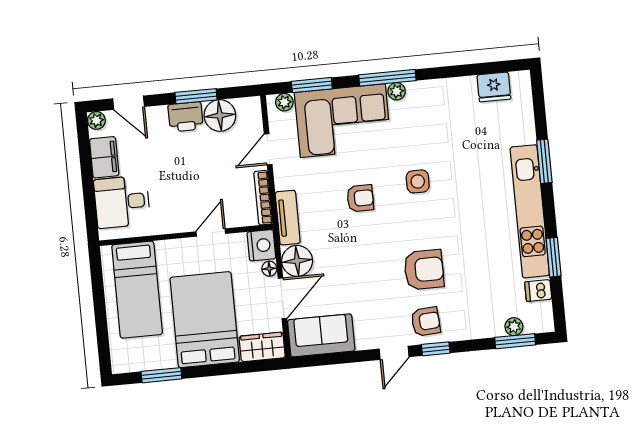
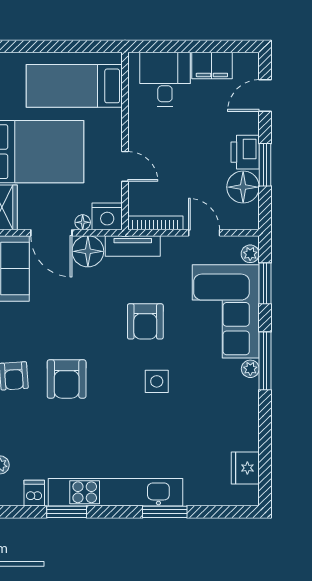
plant: (96, 120) -> (250, 61), removed
armchair: (360, 198) -> (145, 321), width x1.38, depth x1.38

